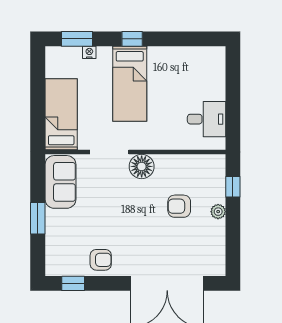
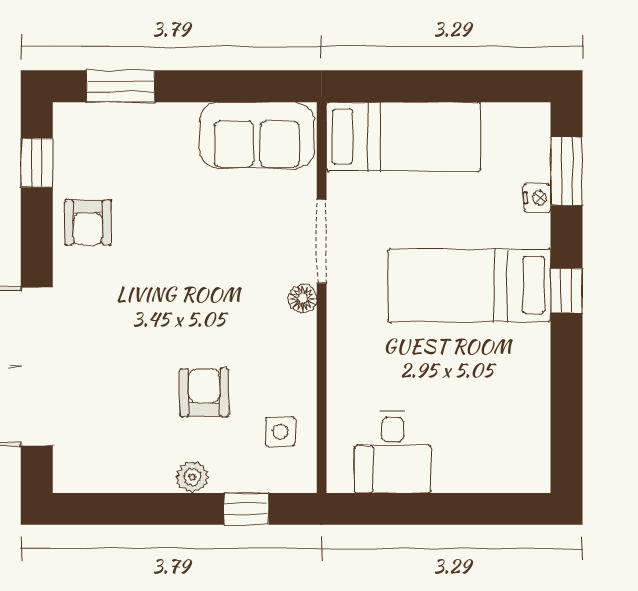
floor lamp: (142, 166) -> (303, 299), width x0.53, depth x0.53
side table: (197, 171) -> (280, 432), added
window: (38, 218) -> (120, 86), moved

